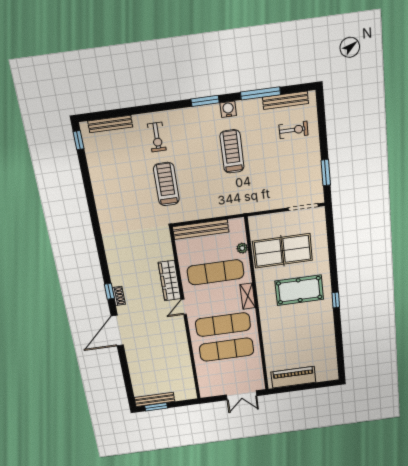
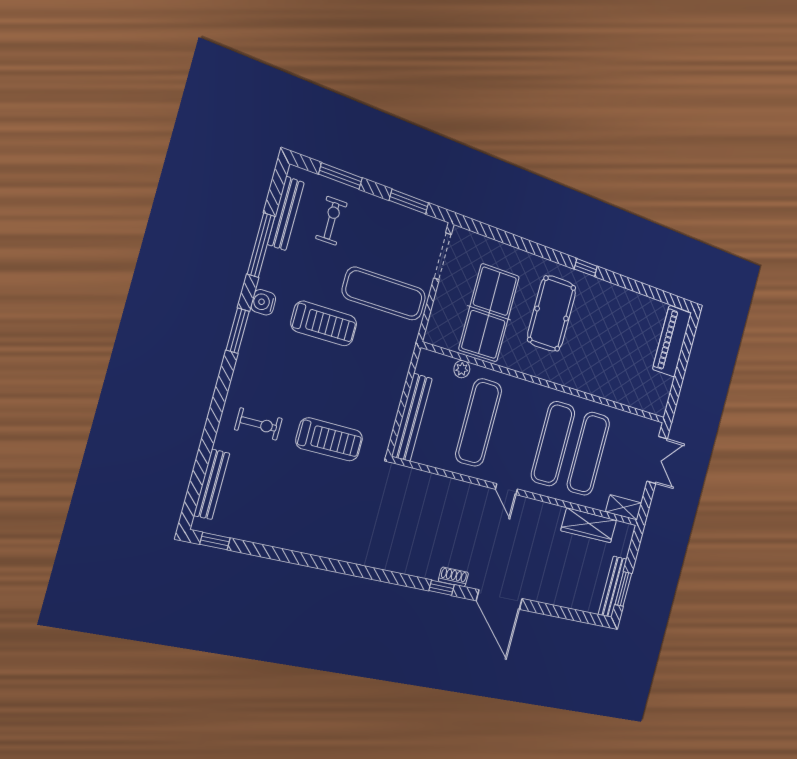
window: (322, 124) -> (340, 176), added
treadmill: (232, 151) -> (324, 324), turned 180
exercise mat: (265, 181) -> (384, 294), added
treadmill: (166, 184) -> (329, 439), turned 180
wardrobe: (170, 281) -> (589, 525), moved
shelving: (248, 296) -> (624, 507), moved
piano: (293, 377) -> (672, 341), moved

